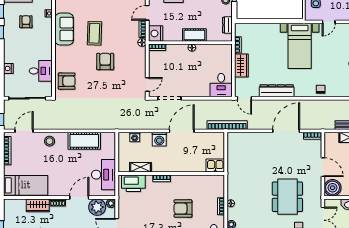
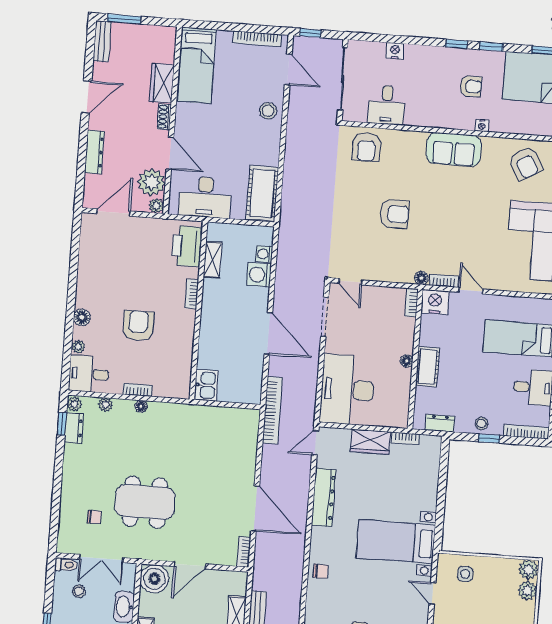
coffee table: (94, 33) -> (443, 200), removed
desk: (221, 85) -> (347, 390), width x1.87, depth x1.30
washing machine: (159, 139) -> (259, 275), moved
cot: (84, 141) -> (262, 193), moved

